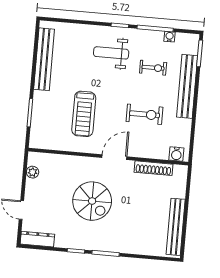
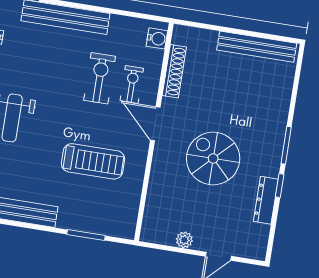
exercise bike: (153, 68) -> (132, 84), moved
plant: (33, 172) -> (184, 240), moved
spiral stairs: (92, 201) -> (213, 158), turned -90
dresser: (37, 239) -> (266, 200), moved

